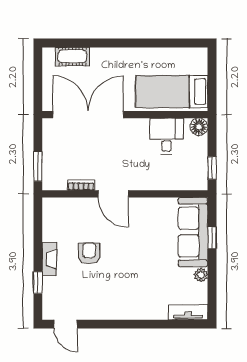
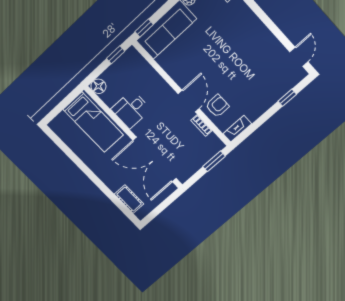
desk: (167, 136) -> (131, 109), moved
window: (212, 238) -> (144, 28), moved
armchair: (89, 253) -> (217, 106), moved, turned 180
fireplace: (49, 259) -> (237, 129), moved

